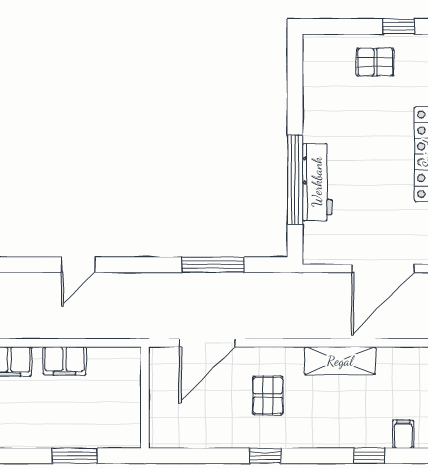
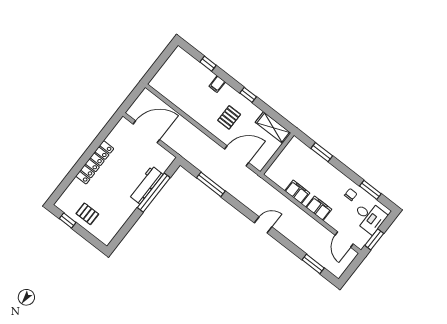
shelving: (340, 361) -> (273, 128), moved
filing cabinet: (403, 434) -> (217, 84), moved

